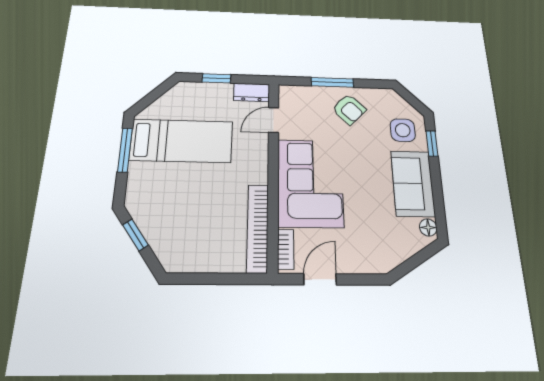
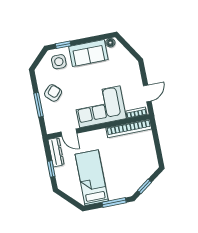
dresser: (252, 92) -> (56, 152), width x1.44
window: (125, 150) -> (114, 202), moved
door: (320, 279) -> (147, 93), swing flipped

